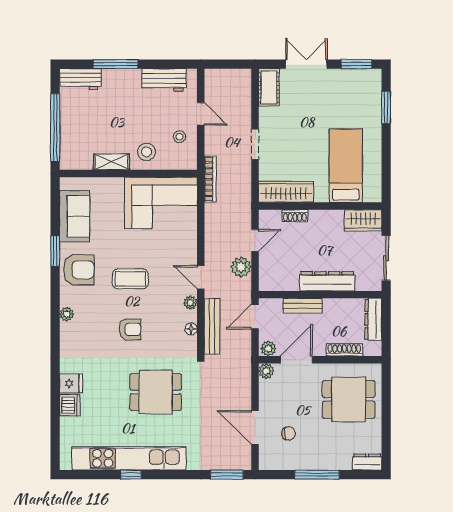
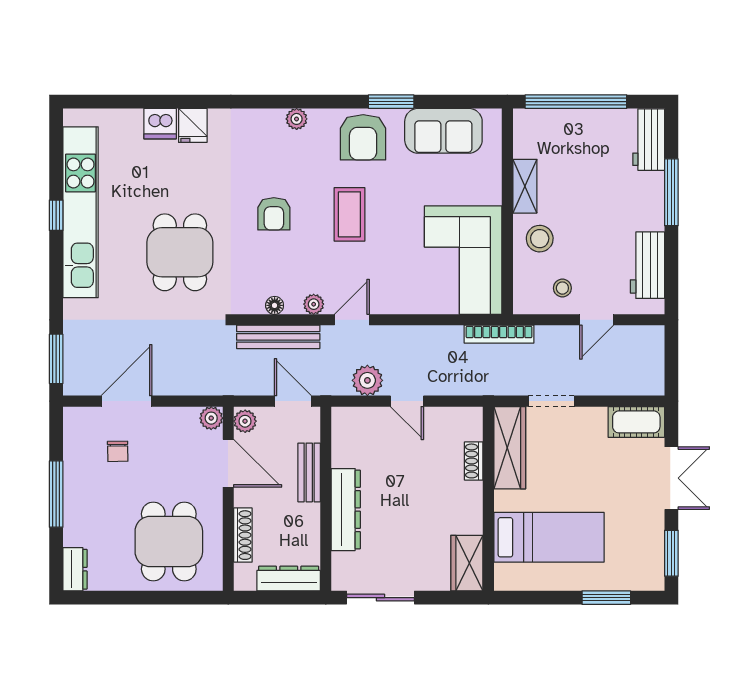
bed: (346, 166) -> (549, 537), moved
wardrobe: (286, 192) -> (510, 448), moved
wall: (320, 206) -> (488, 499), moved
shoe rack: (295, 216) -> (474, 461), moved
wardrobe: (363, 220) -> (467, 563), moved

